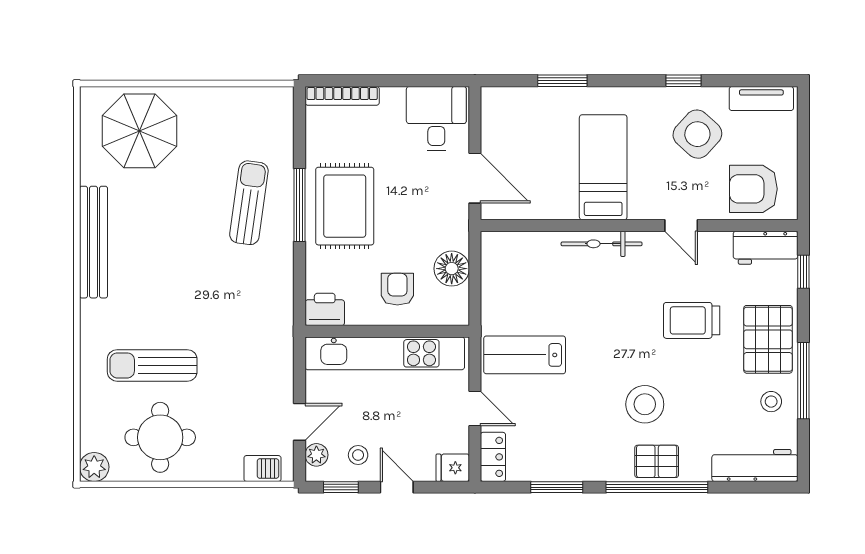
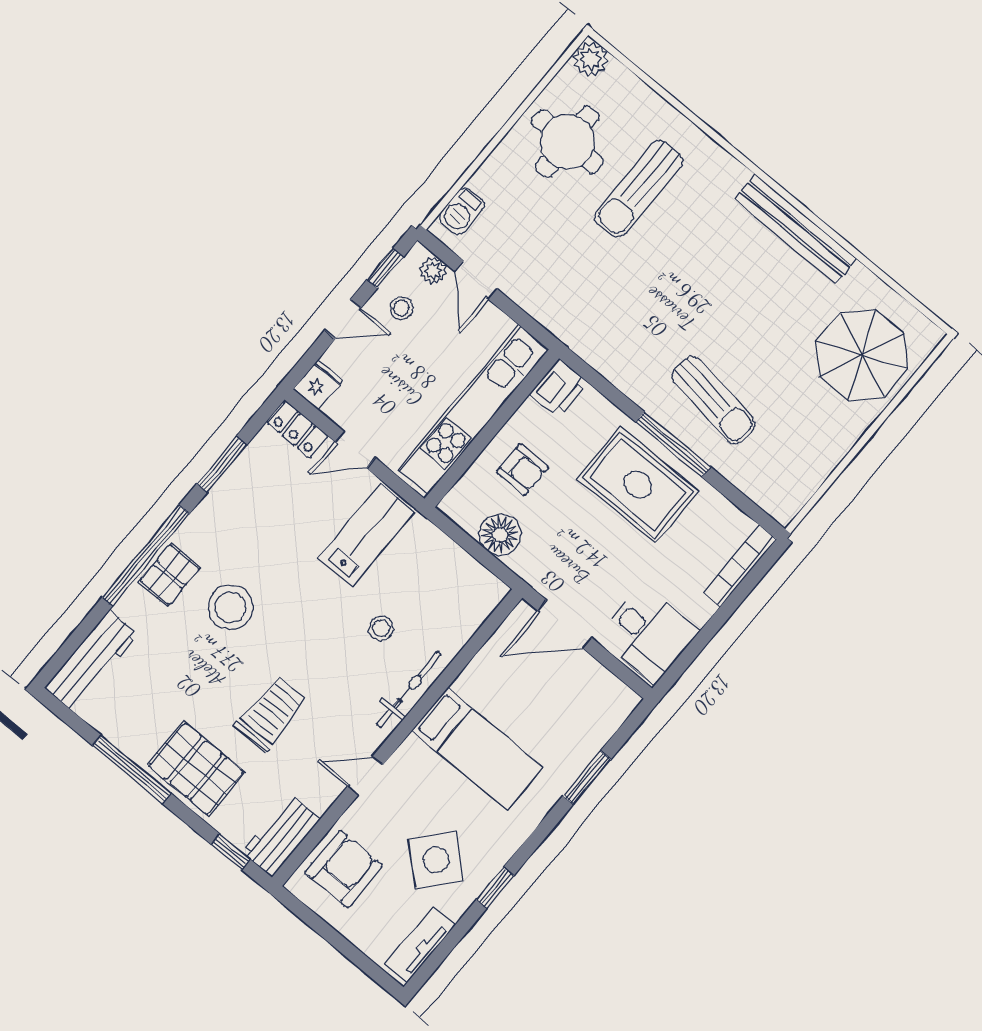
sun lounger: (152, 365) -> (639, 189), turned 180
stool: (771, 402) -> (381, 628), moved

